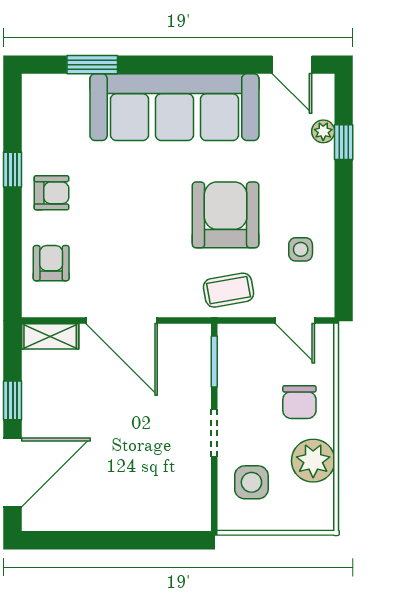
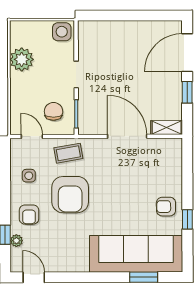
sofa: (174, 107) -> (136, 254), moved
armchair: (51, 263) -> (29, 215), moved
chair: (299, 402) -> (54, 111), moved
side table: (251, 482) -> (62, 32), moved

